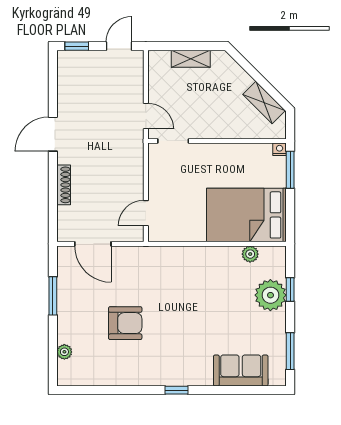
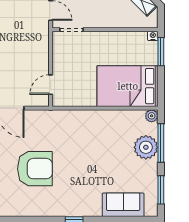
plant: (250, 254) -> (152, 116), moved
window: (290, 290) -> (161, 143), width x2.17
armchair: (125, 323) -> (35, 169), width x1.36, depth x1.36

